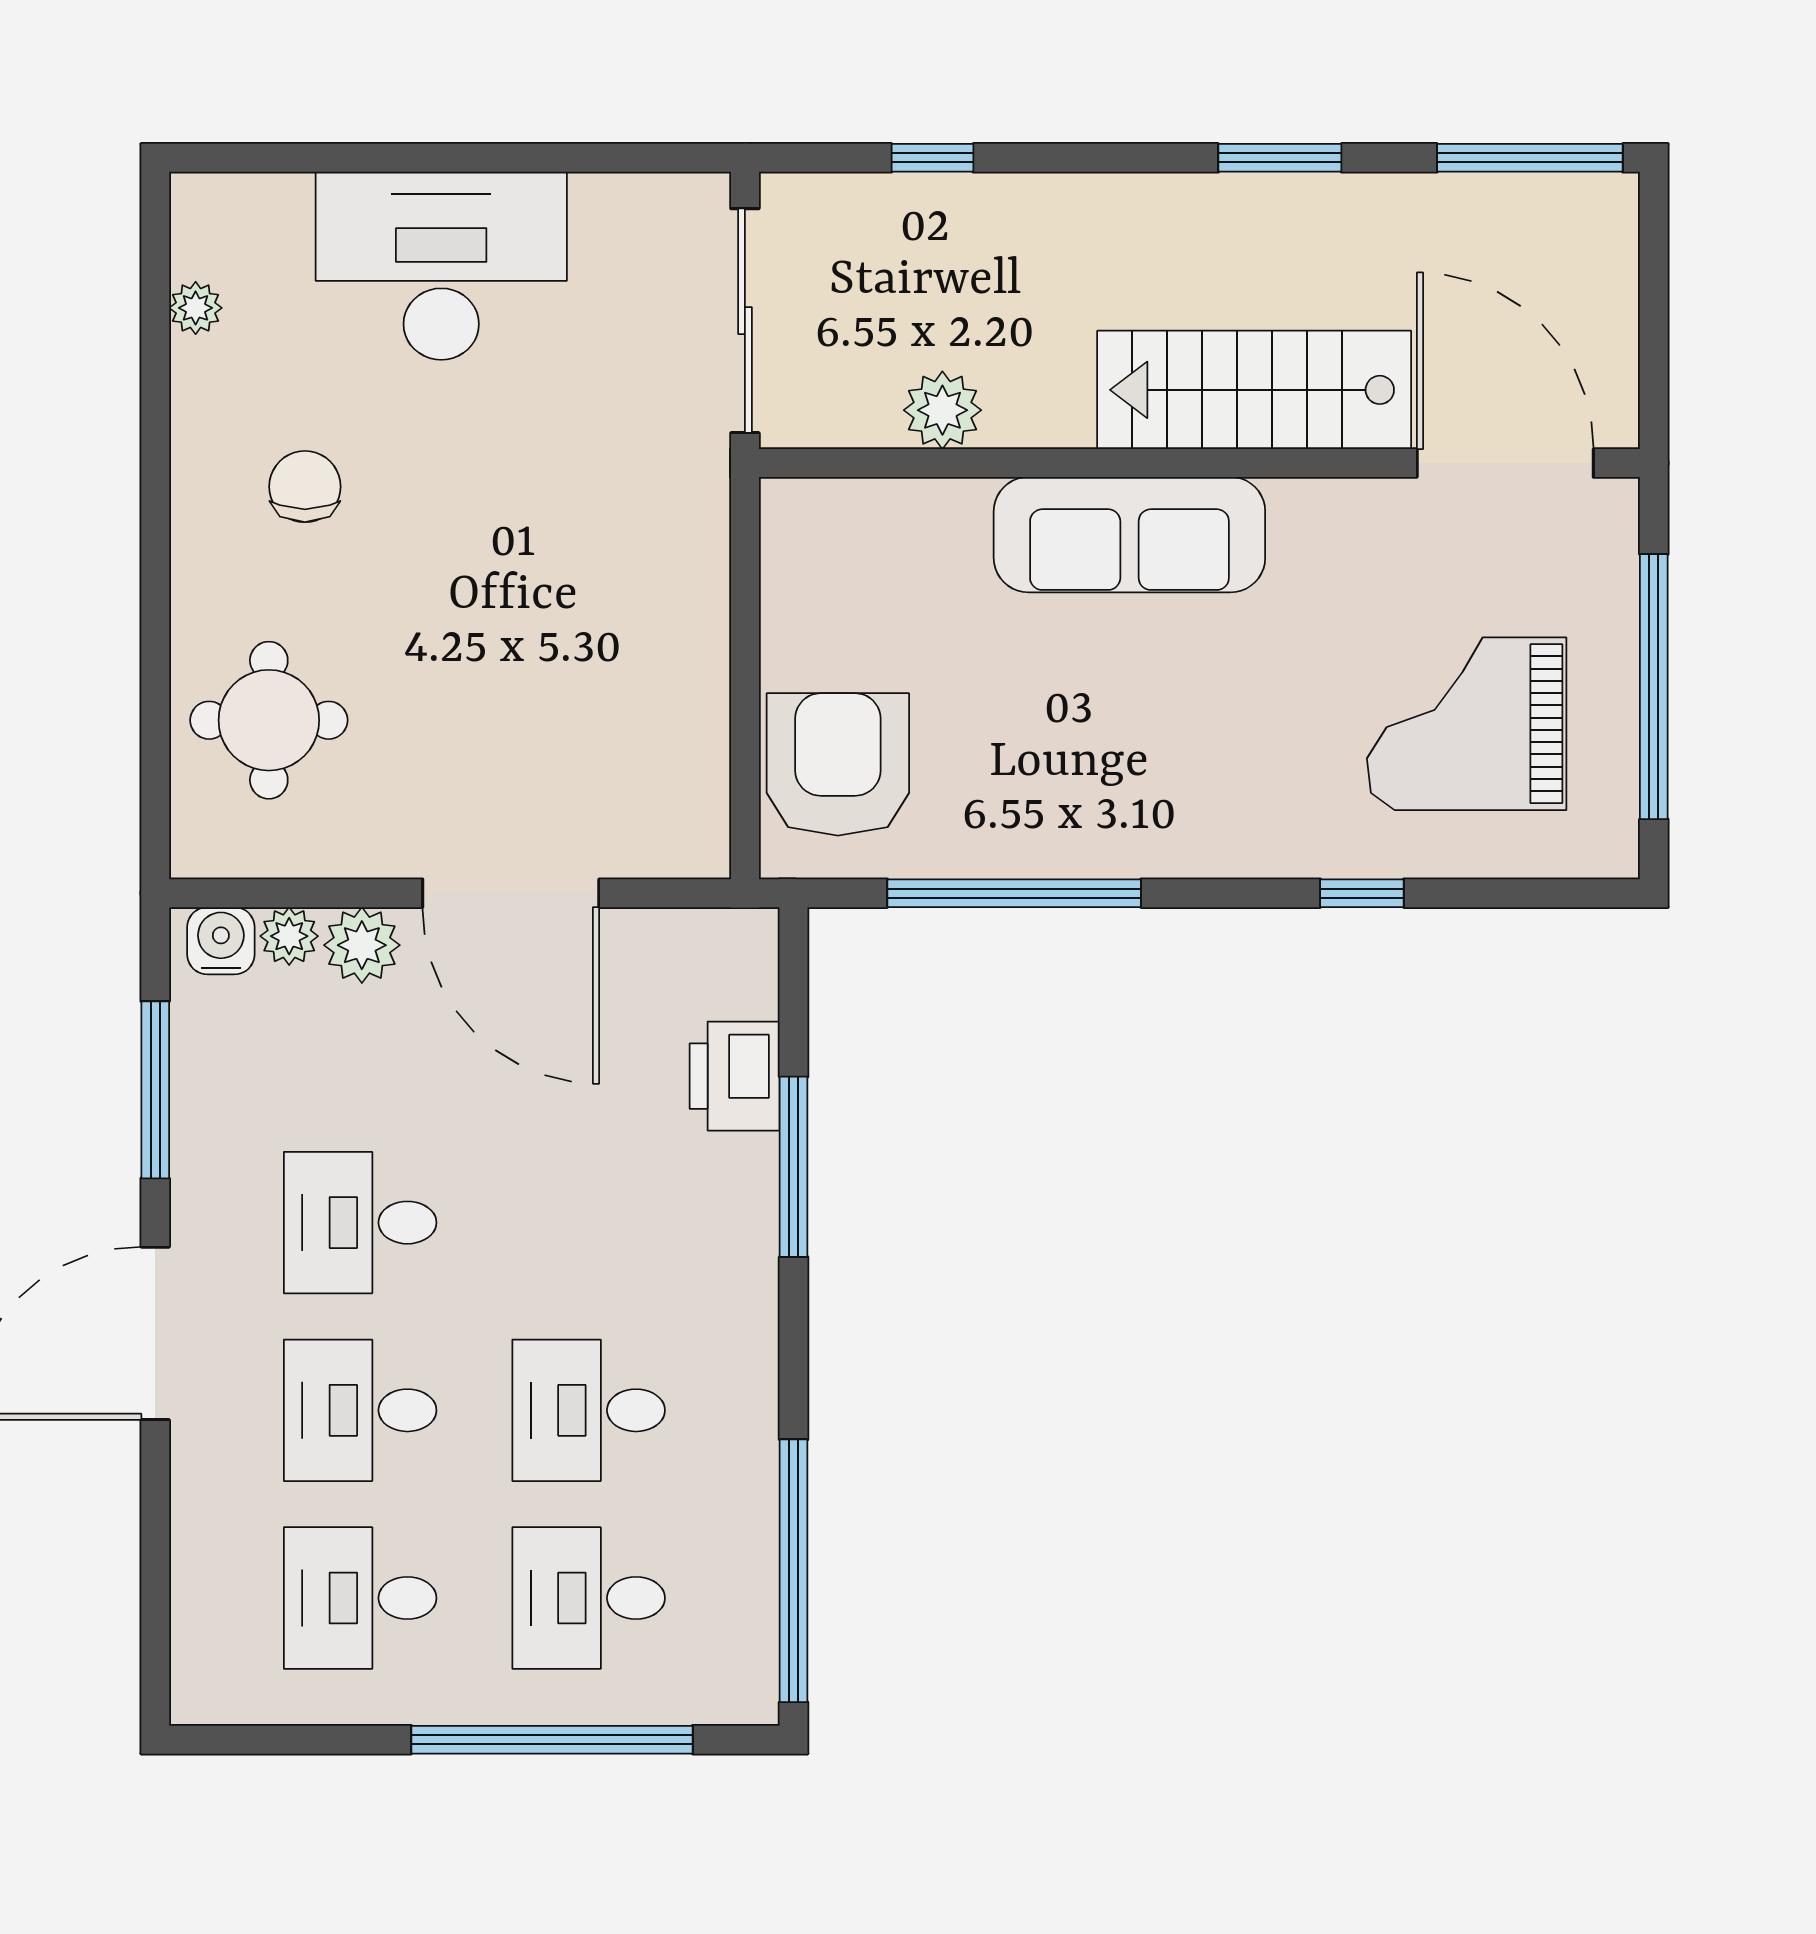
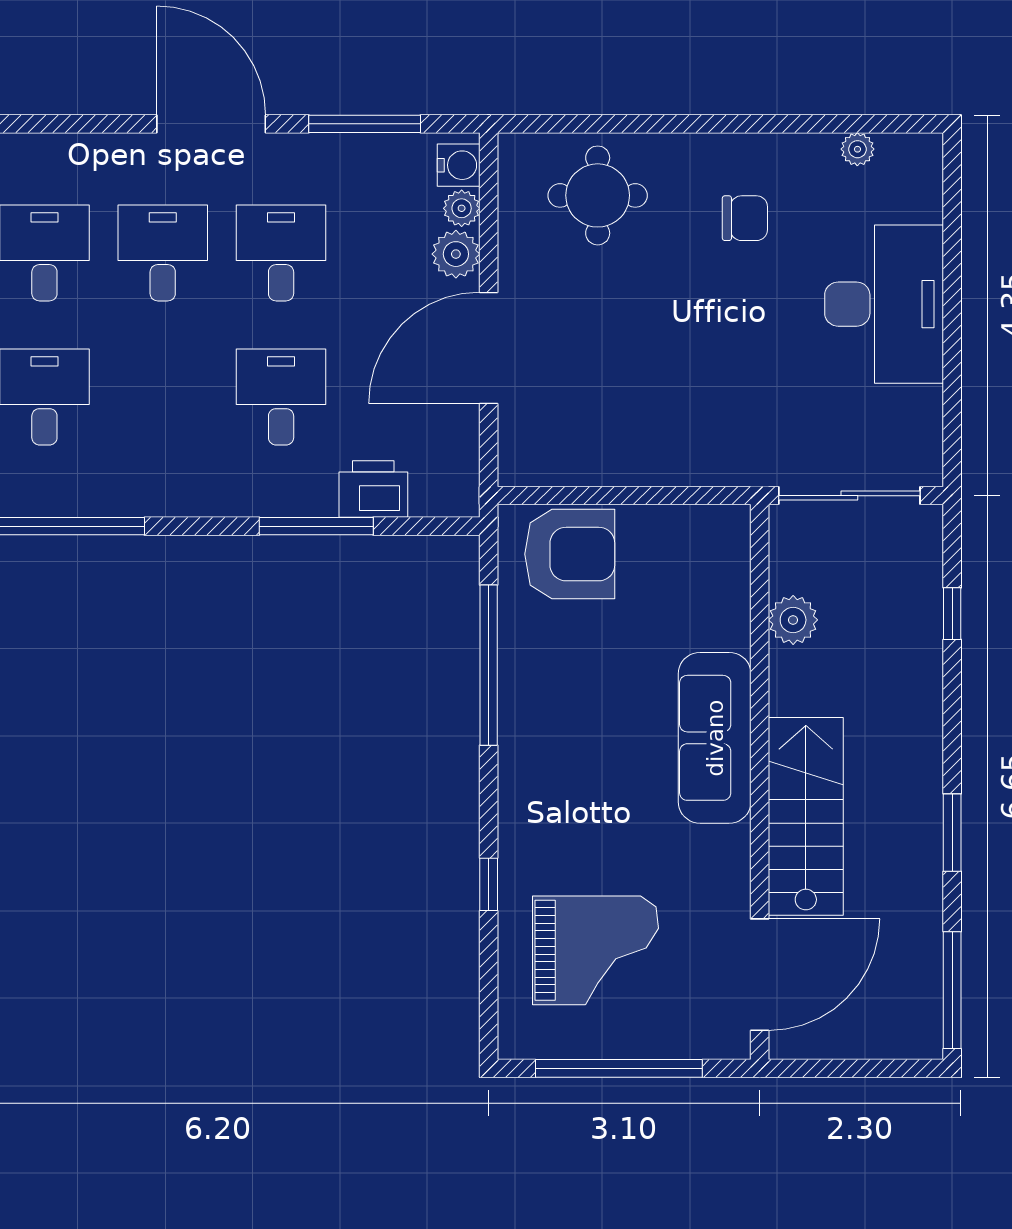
grand piano: (1467, 724) -> (595, 950), turned 90
desk: (589, 1410) -> (281, 397), moved

